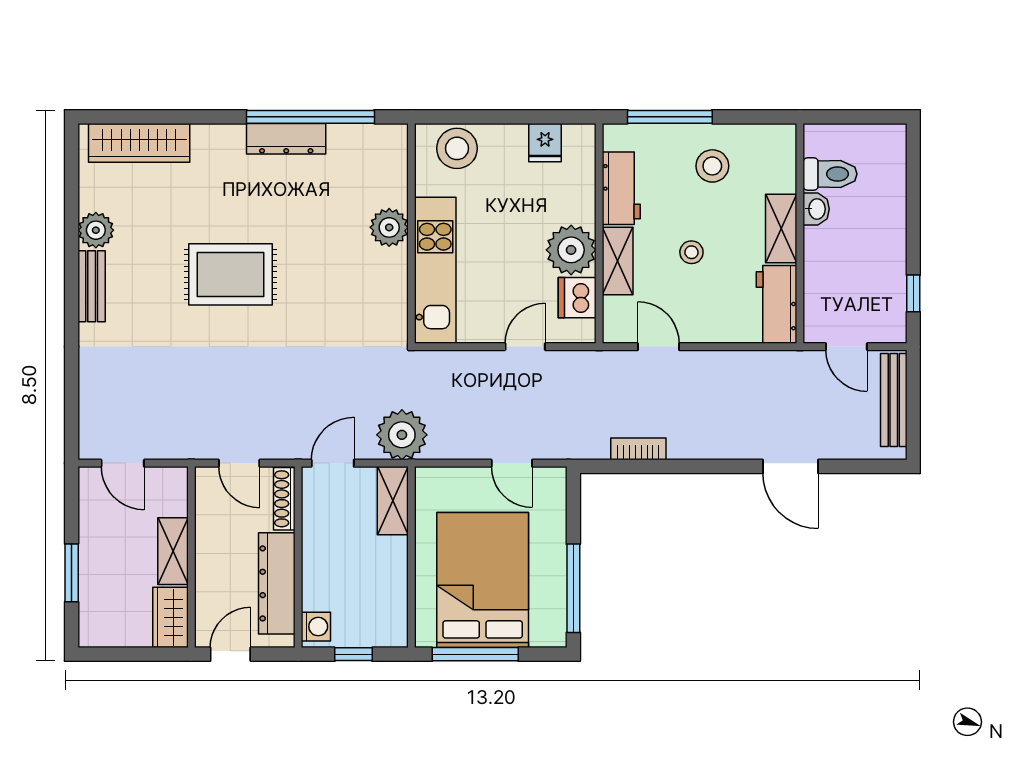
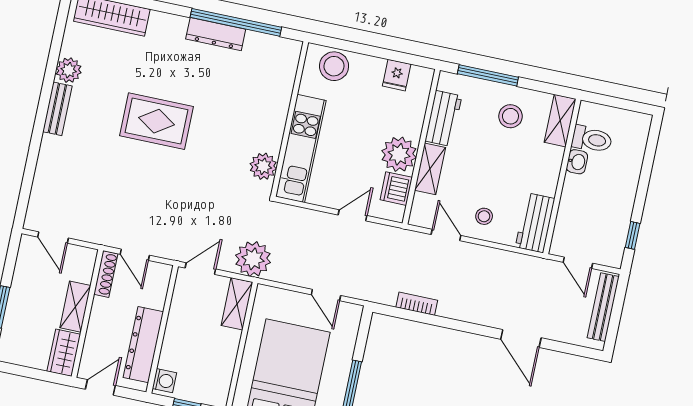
plant: (389, 227) -> (263, 166), moved
shelving: (781, 228) -> (560, 121), moved
stool: (691, 252) -> (484, 216), moved
shoe rack: (284, 499) -> (106, 274), moved, turned 180

